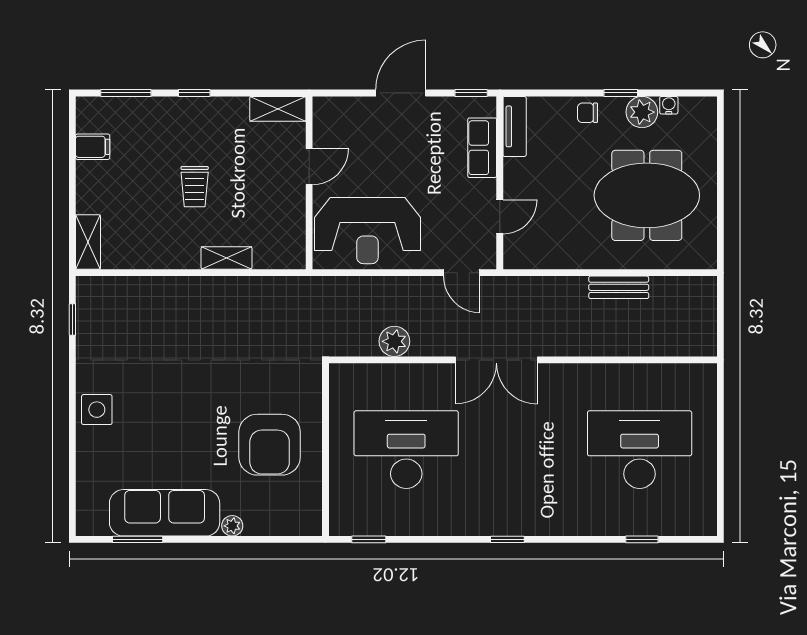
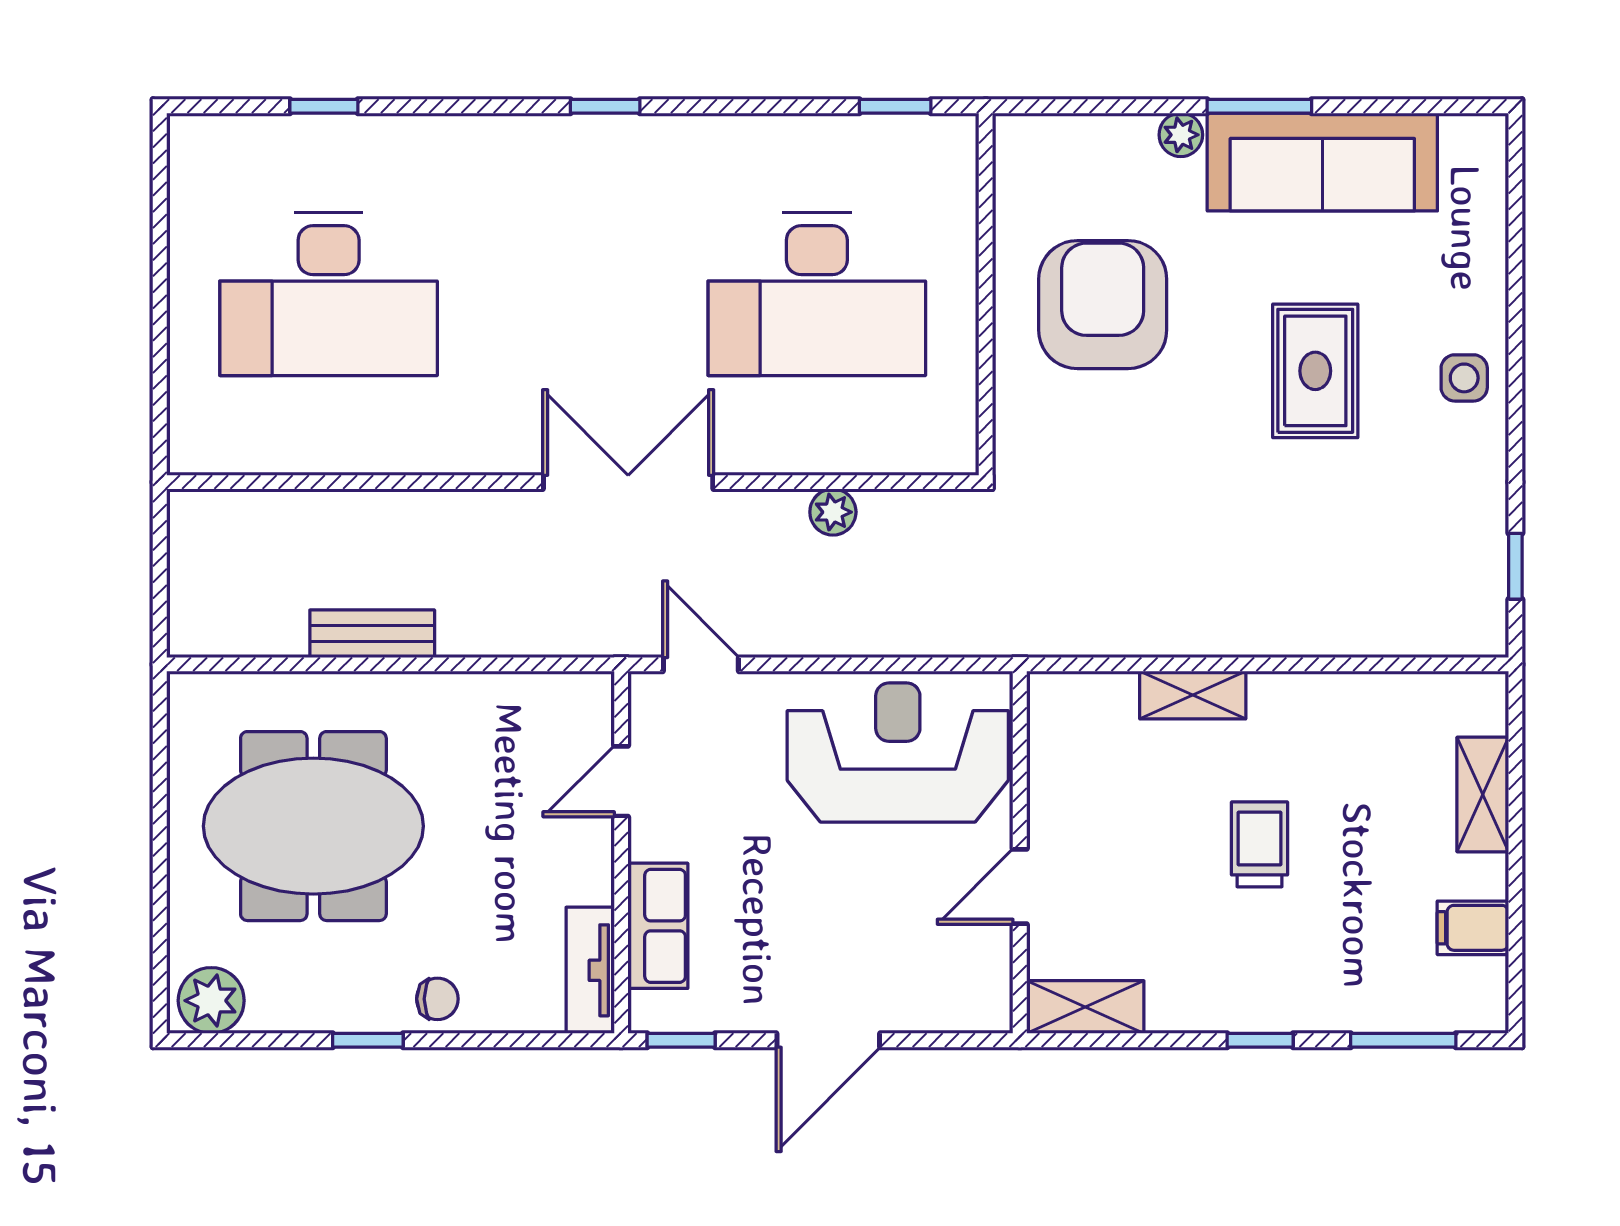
water cooler: (669, 105) -> (267, 1015), removed
plant: (642, 112) -> (211, 1001), moved
shelving: (88, 242) -> (1483, 795), moved
plant: (394, 341) -> (833, 512), width x0.73, depth x0.73
side table: (97, 410) -> (1464, 378), width x0.73, depth x0.73
rug: (168, 413) -> (1315, 371), added
window: (138, 539) -> (1259, 106), moved

